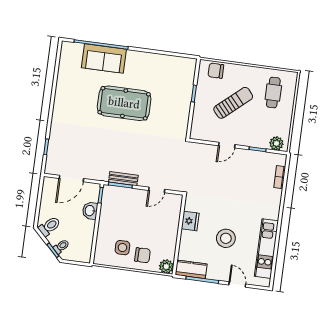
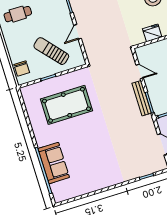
pool table: (124, 103) -> (66, 105), moved, turned 90
sun lounger: (233, 103) -> (51, 51), moved
door: (227, 145) -> (78, 32), swing flipped
bench: (123, 179) -> (142, 98), width x1.36

